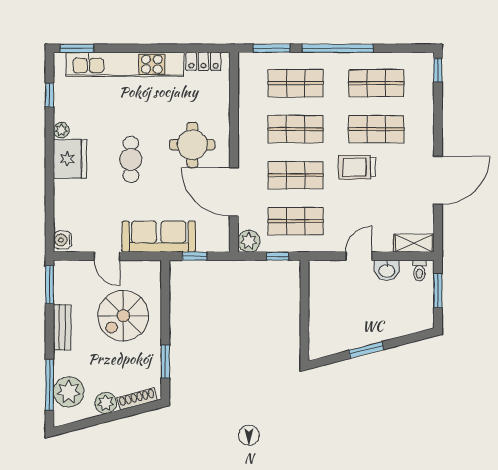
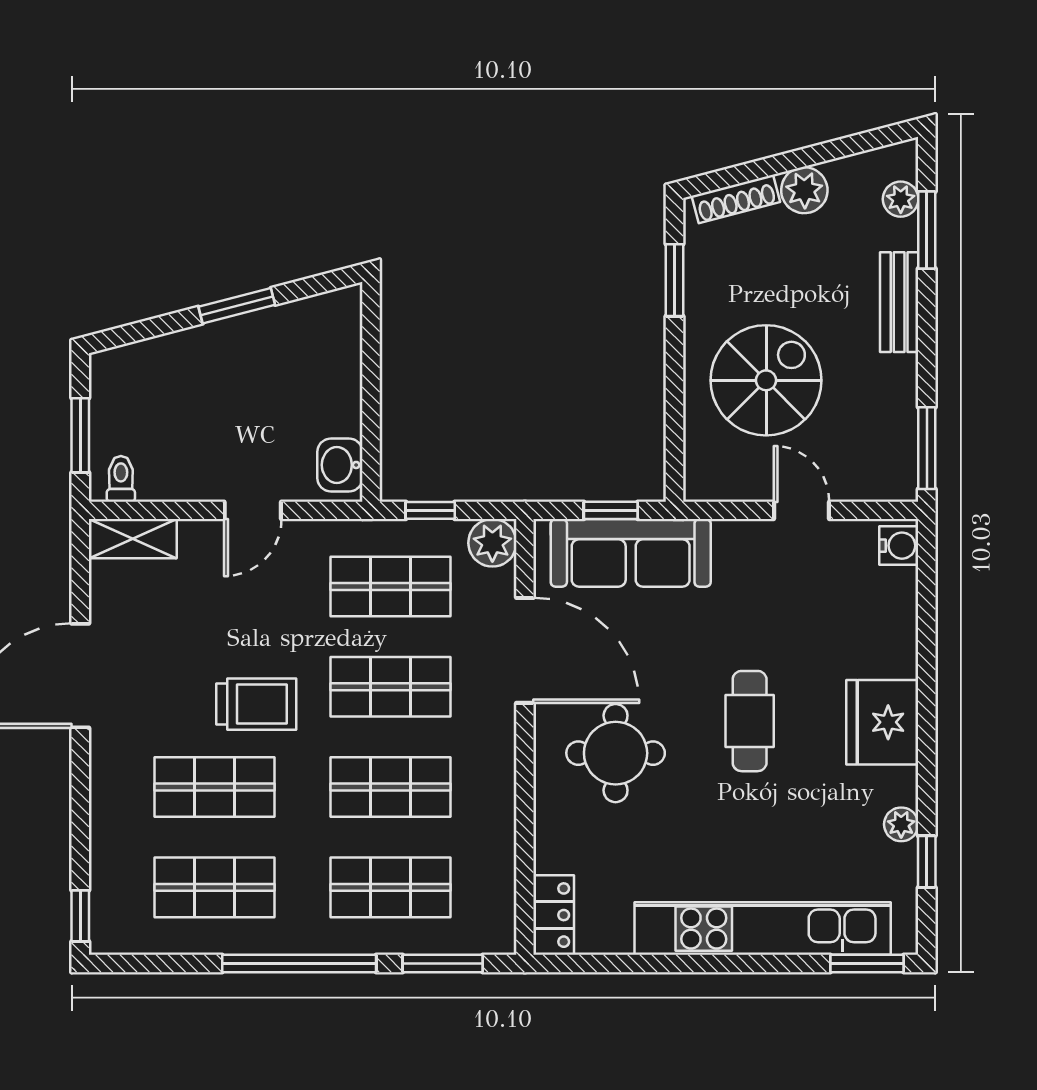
locker: (203, 61) -> (554, 915), moved, turned 90
plant: (61, 130) -> (901, 824), moved
sofa: (159, 237) -> (631, 553), moved
washbasin: (387, 270) -> (340, 465), moved, turned -90
bench: (62, 327) -> (899, 302), moved
window: (50, 385) -> (927, 230), width x0.69
plant: (69, 392) -> (901, 199), width x0.53, depth x0.53

